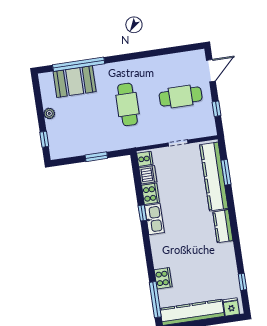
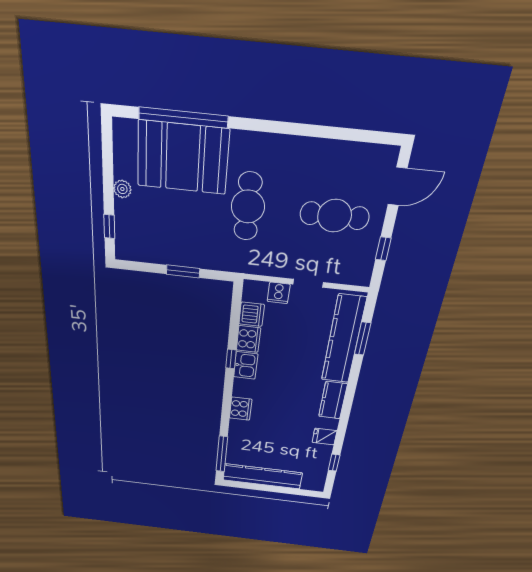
booth: (75, 82) -> (183, 158), width x1.36, depth x1.42
cooker: (145, 159) -> (279, 293), moved, turned 90
kitchen sink: (154, 219) -> (246, 365), width x0.73
cooker: (163, 278) -> (241, 409), moved
fridge: (231, 307) -> (324, 437), moved, turned -90

